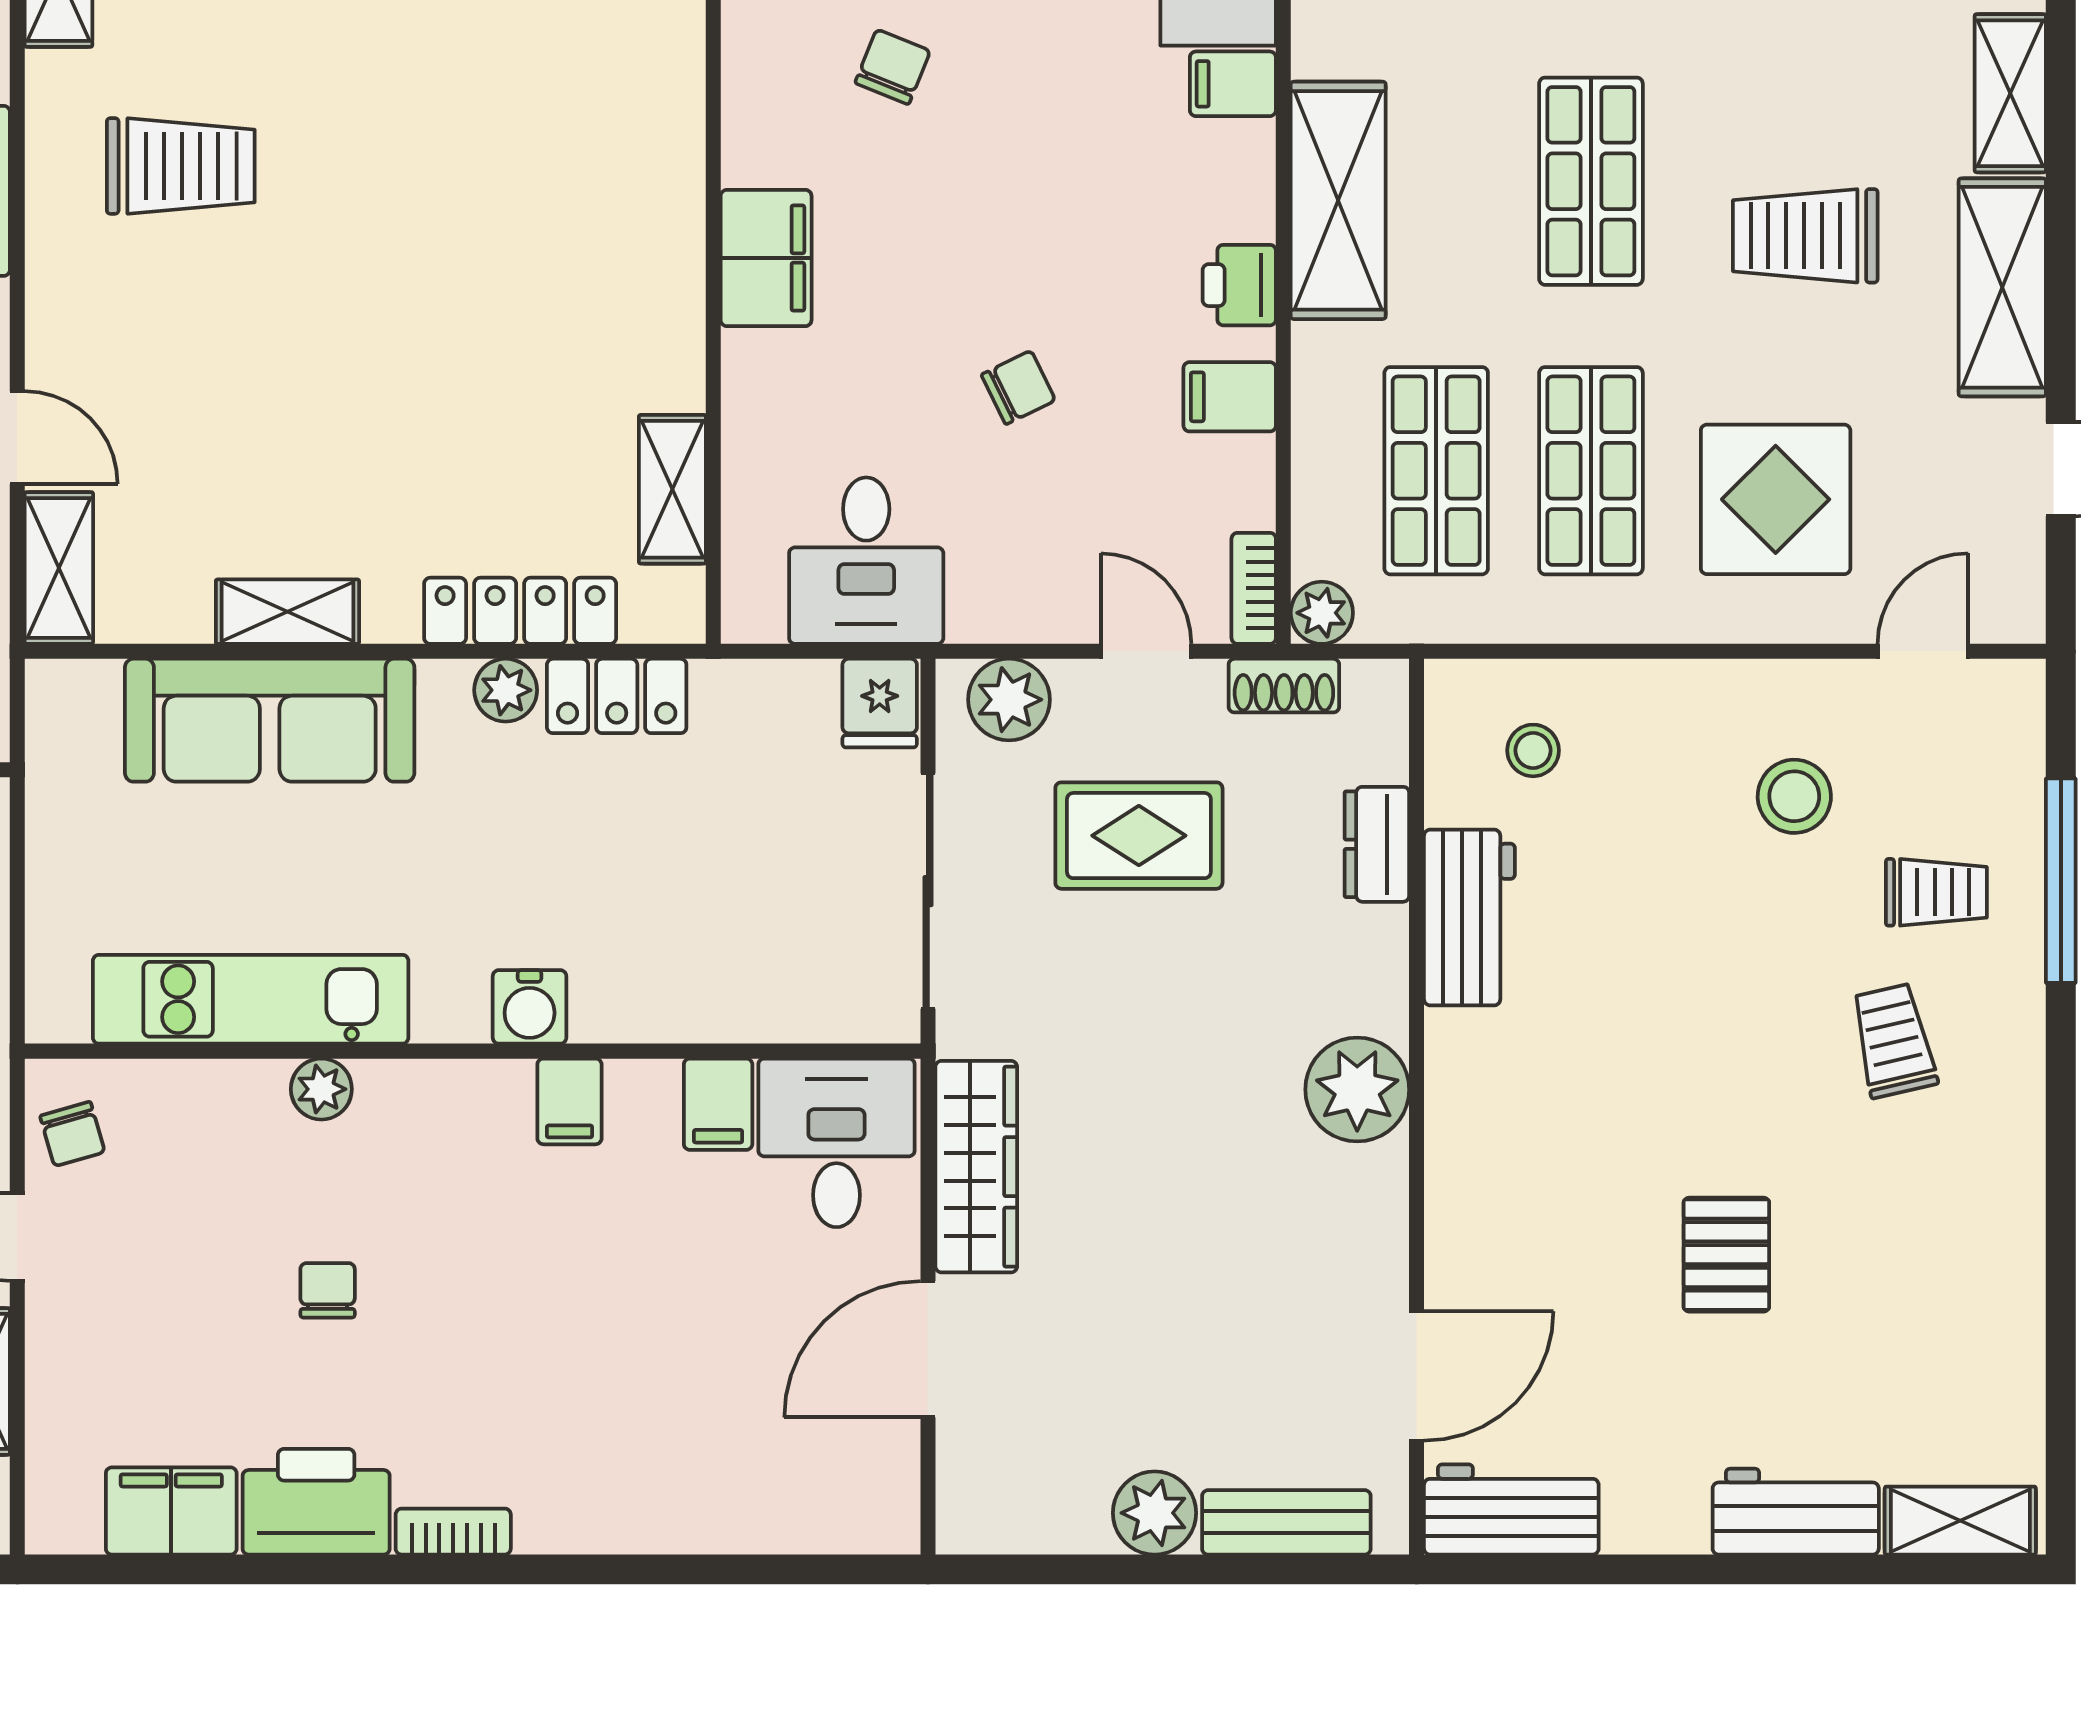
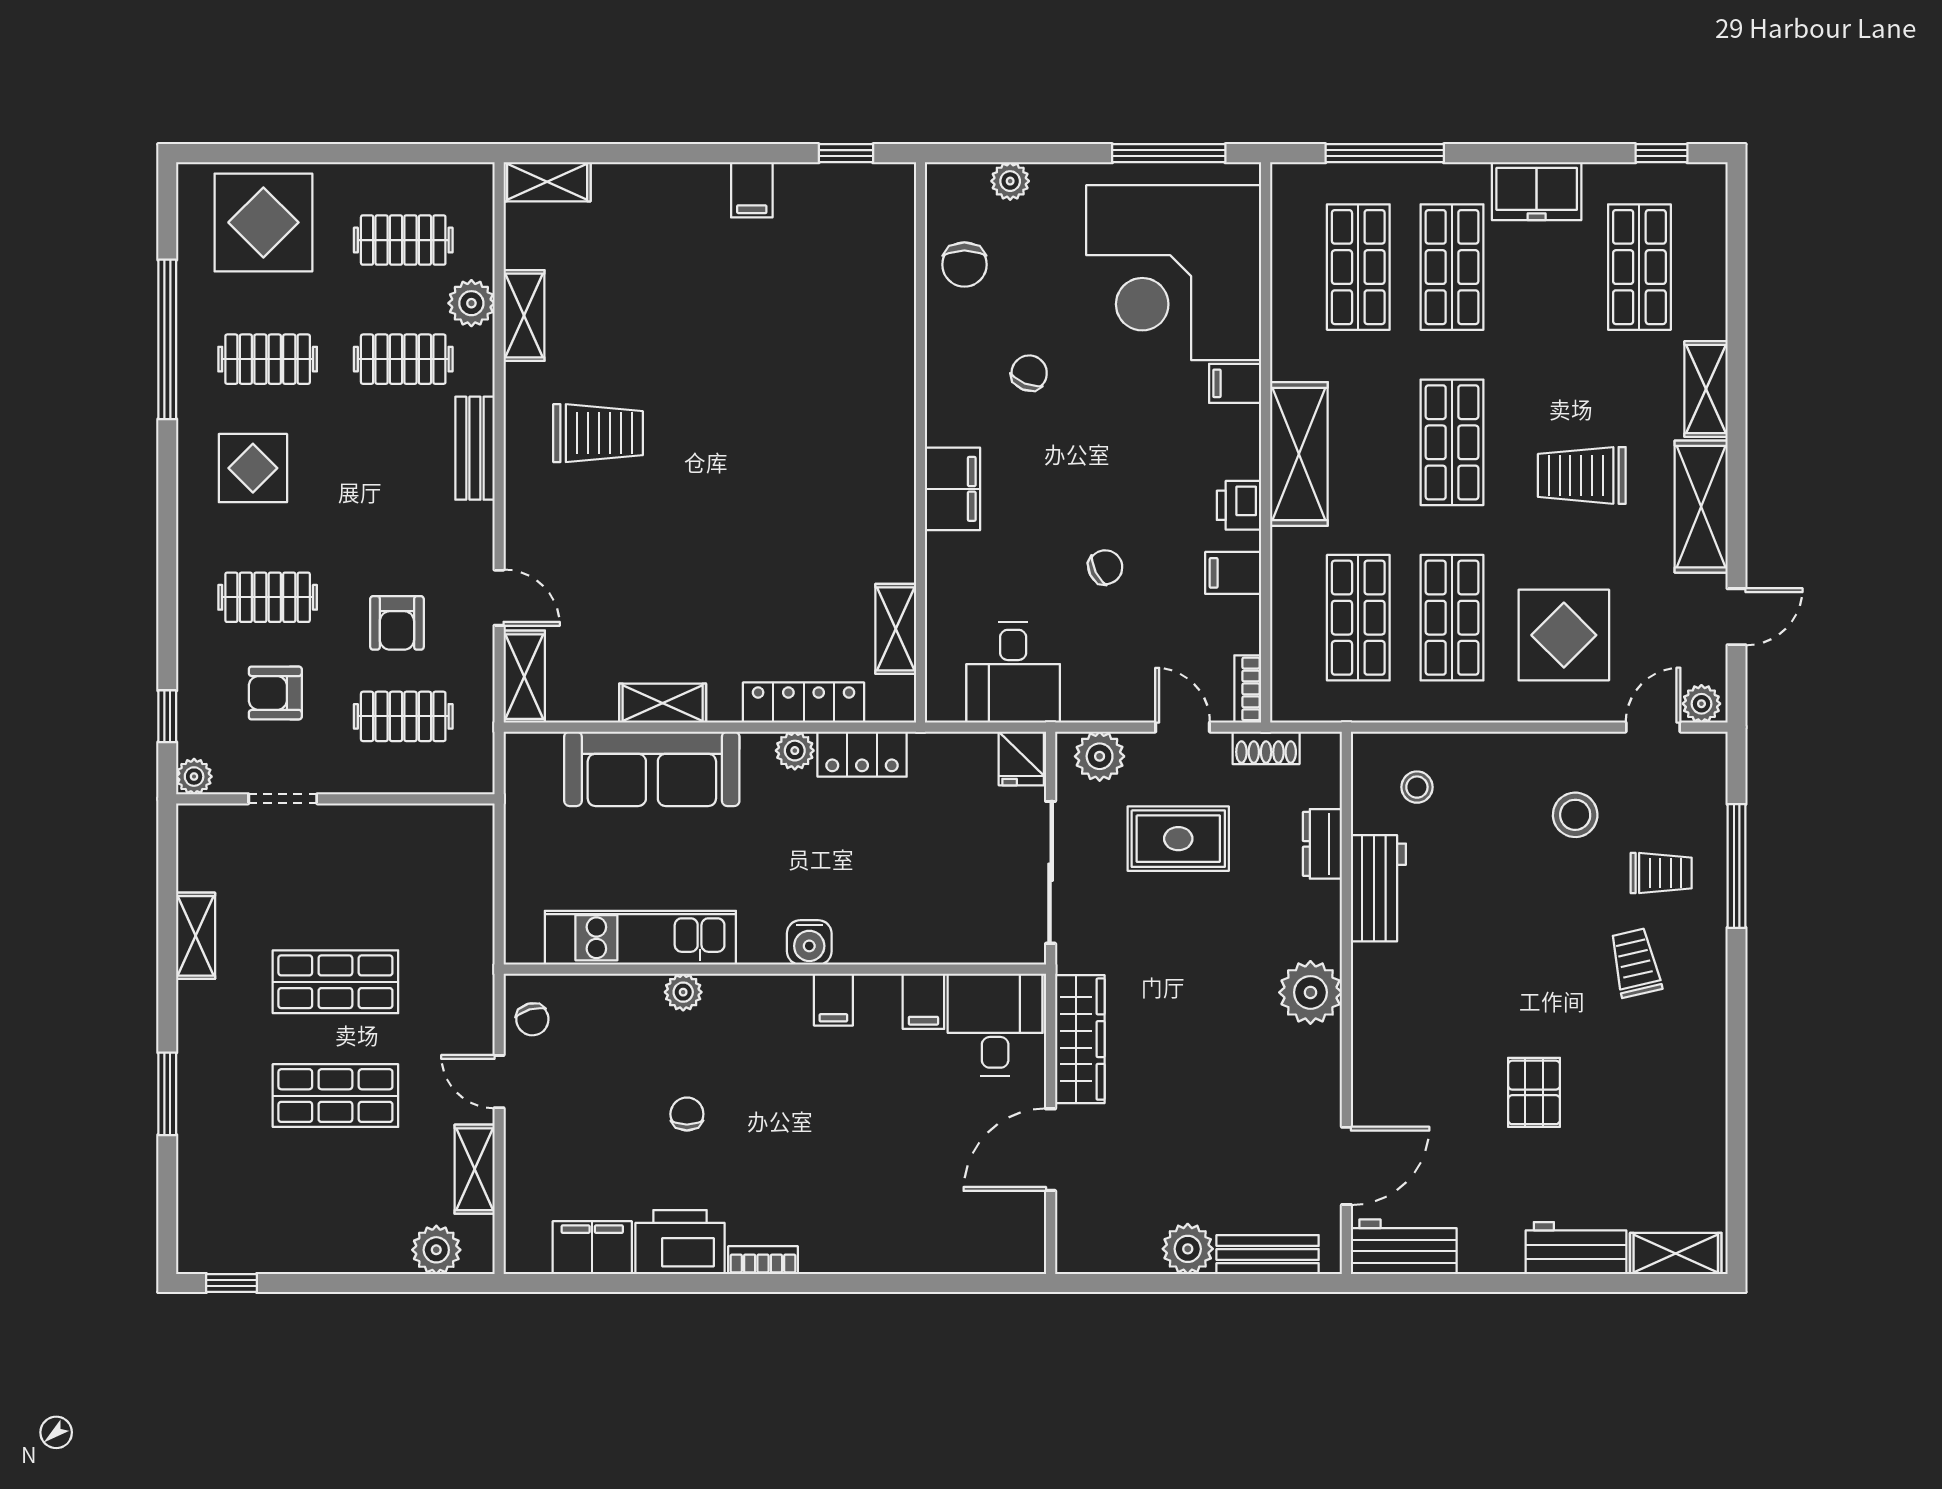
plant: (1322, 613) -> (1701, 704), moved

